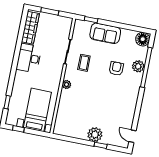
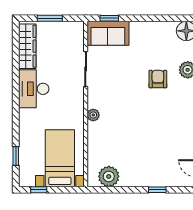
sofa: (105, 33) -> (108, 33), moved
coffee table: (84, 63) -> (111, 80), removed
plant: (95, 135) -> (109, 176), moved

